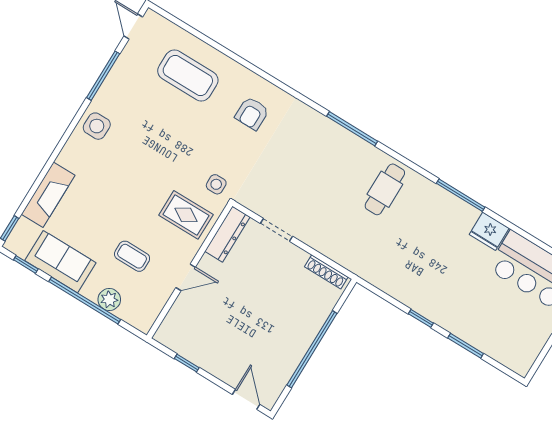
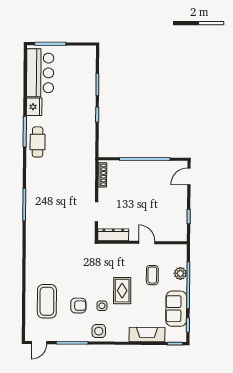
armchair: (252, 113) -> (78, 306), moved
side table: (216, 184) -> (102, 306), moved
cafe table: (385, 189) -> (38, 142), moved, turned 90
rug: (186, 215) -> (122, 291), moved

